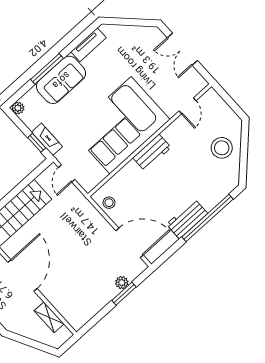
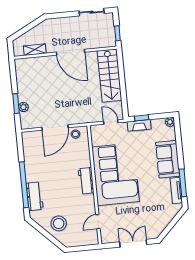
window: (47, 69) -> (183, 183), moved
door: (187, 106) -> (98, 222), hinge flipped
workbench: (187, 219) -> (35, 196), moved
door: (130, 243) -> (55, 128), moved

